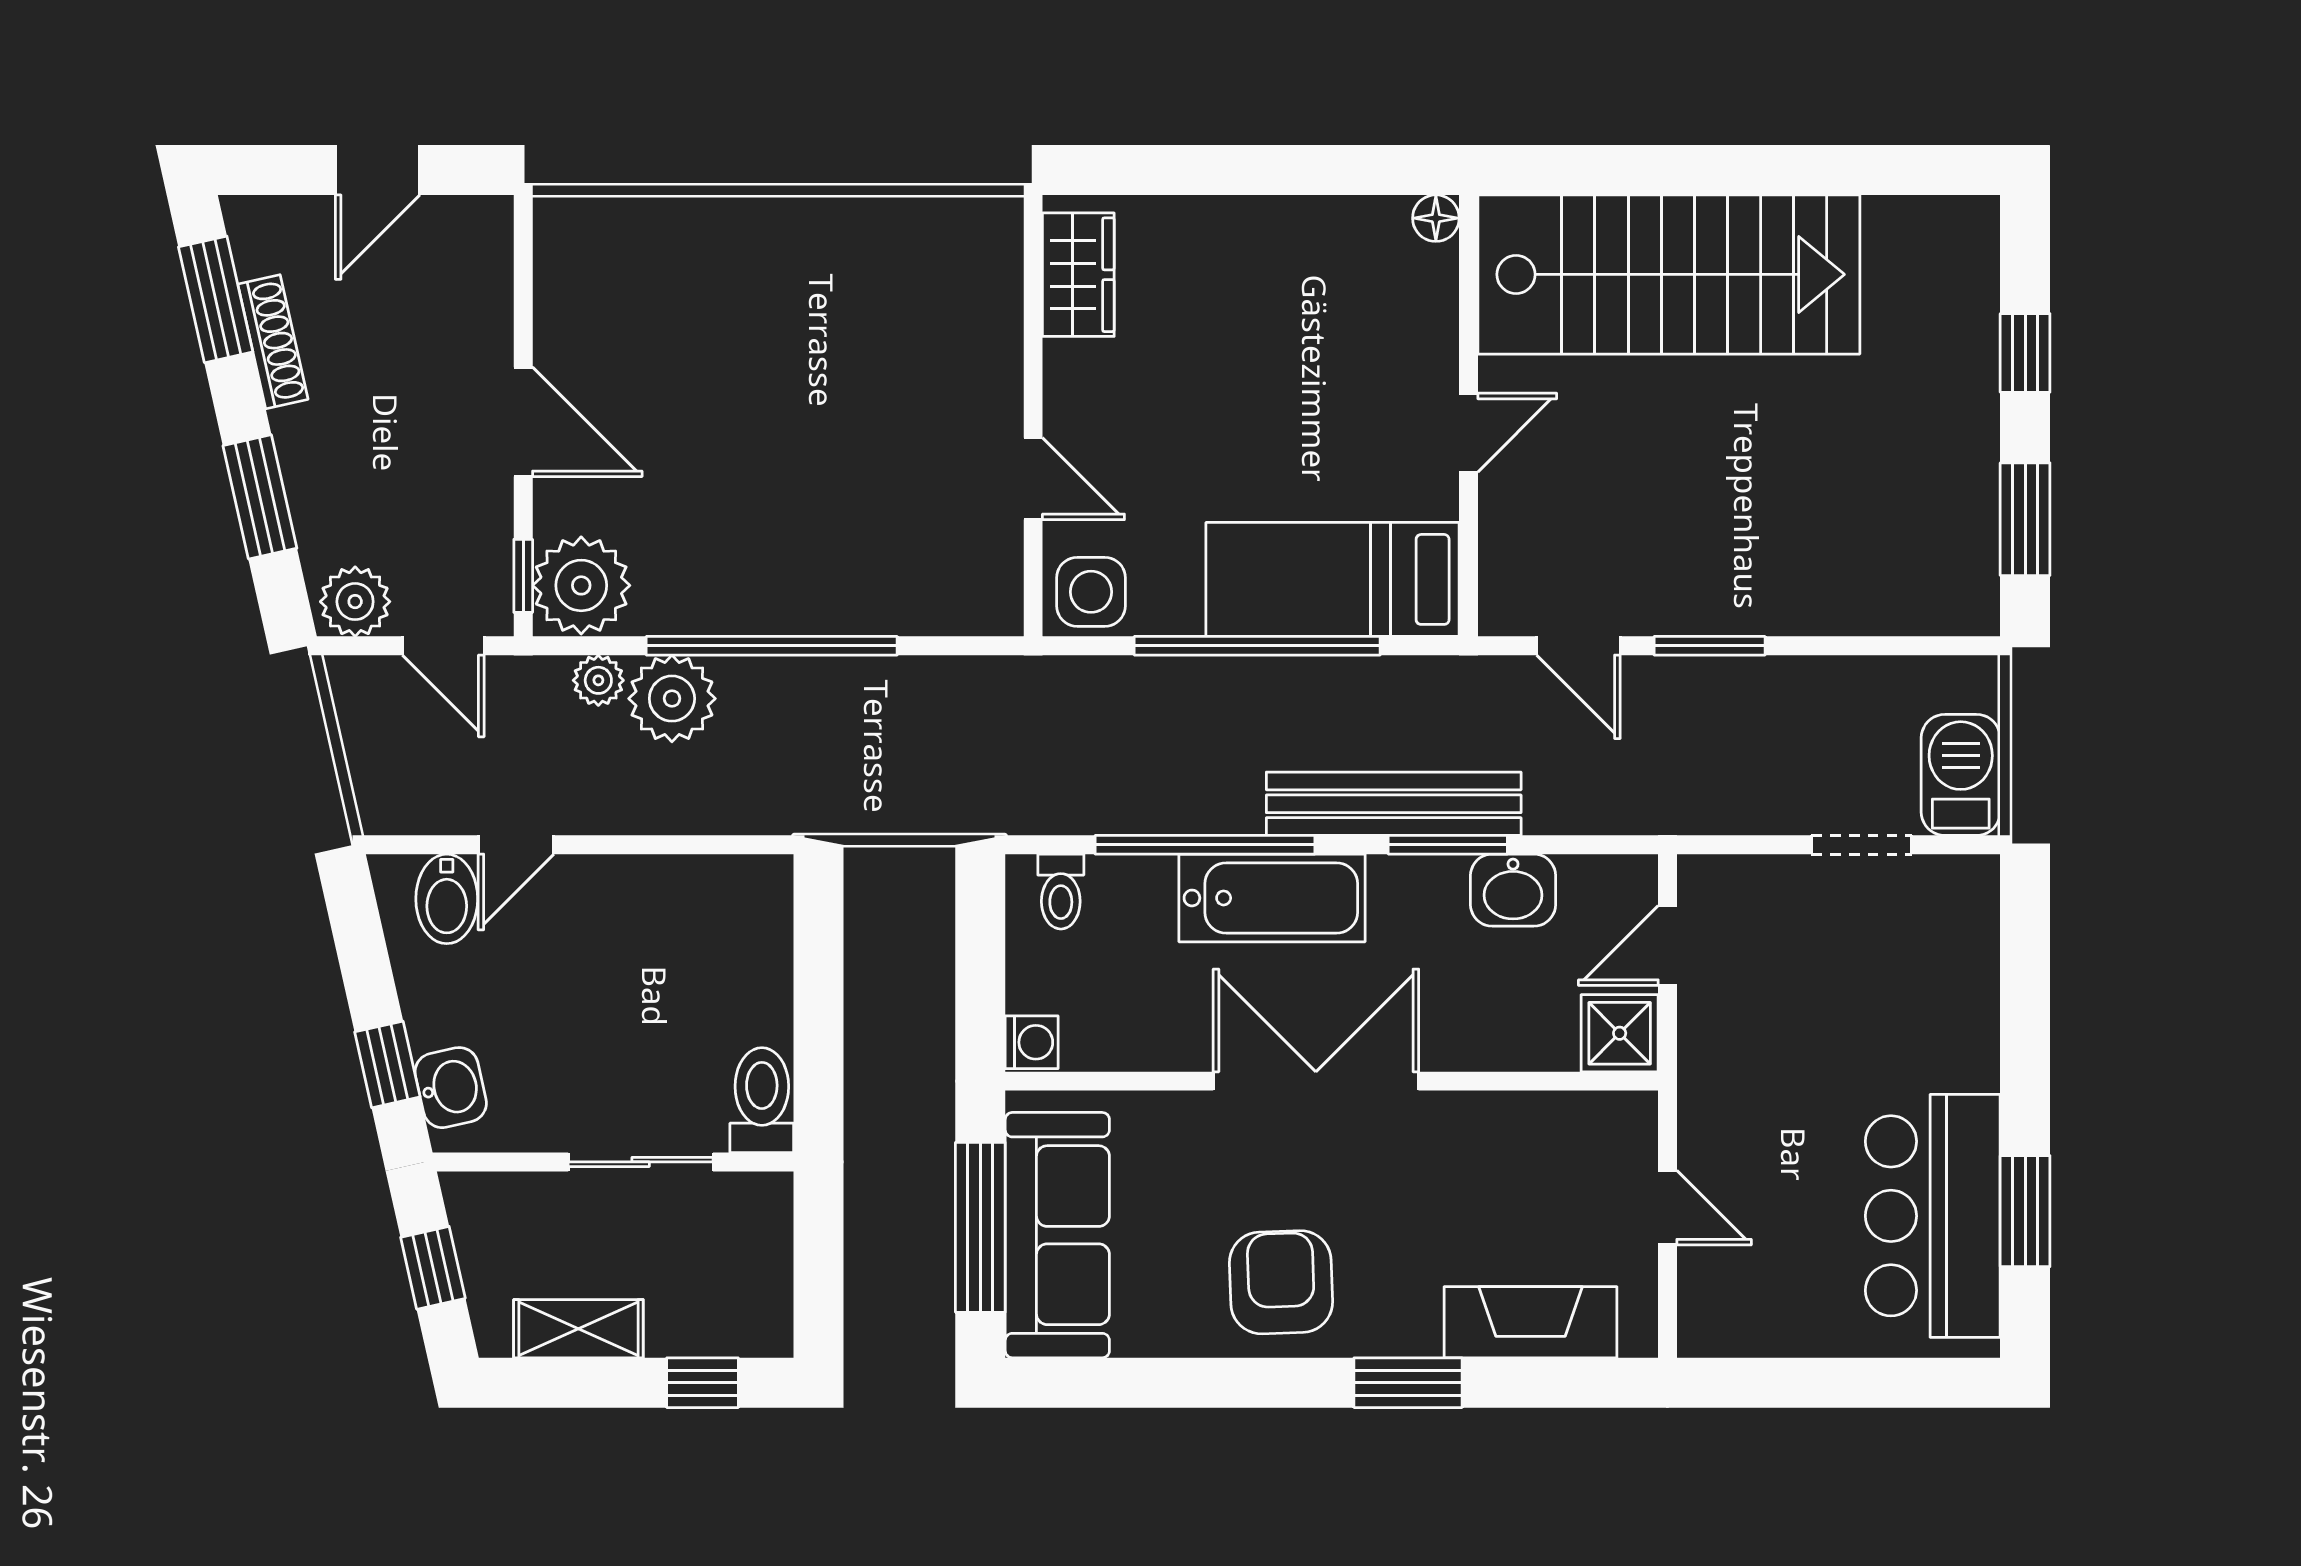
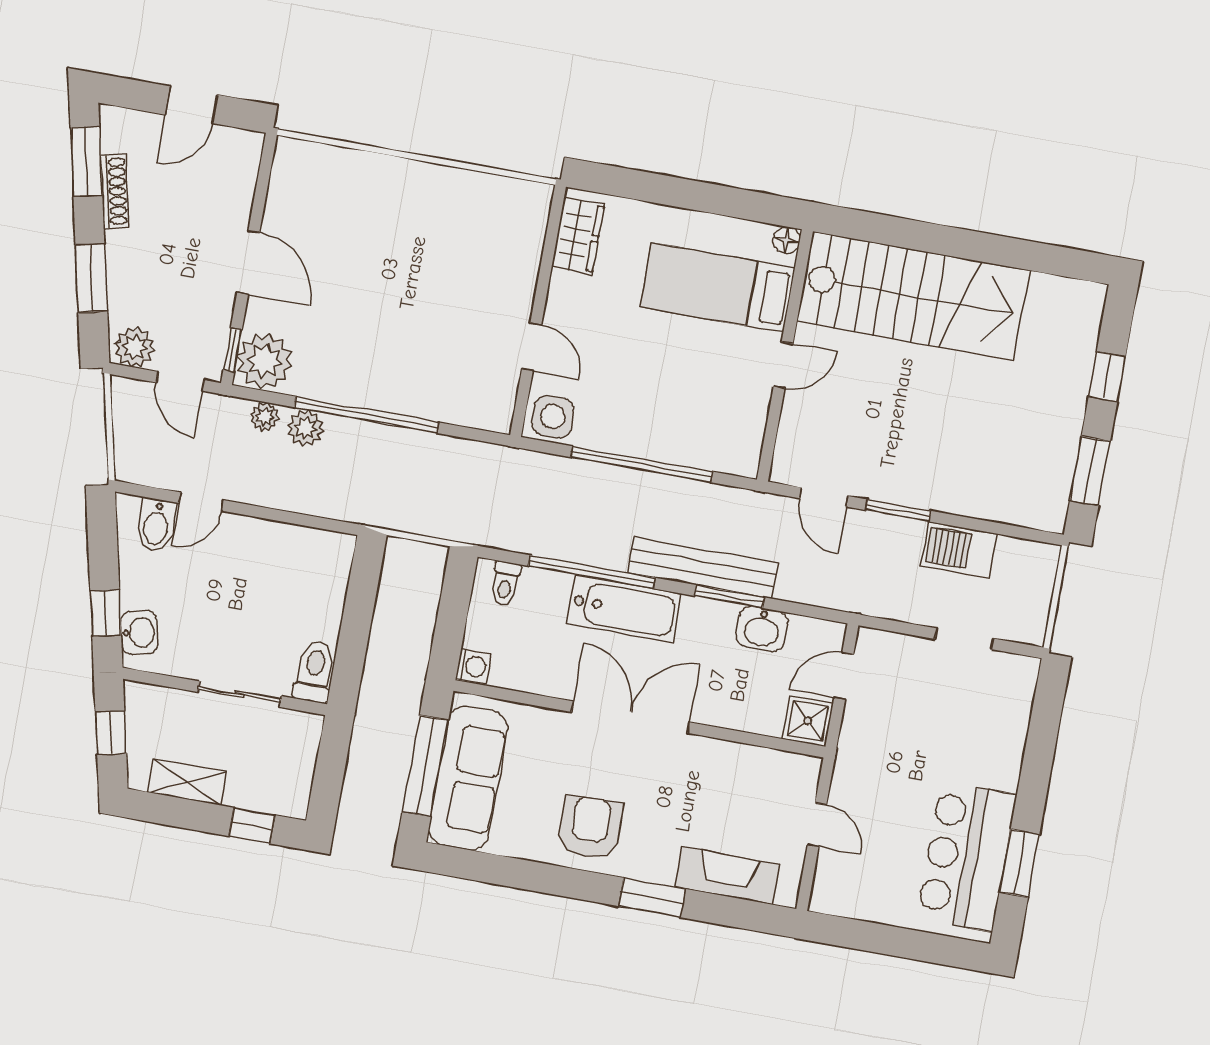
bed: (1333, 579) -> (718, 288), moved
plant: (672, 699) -> (306, 428), width x0.73, depth x0.73
barbecue: (1961, 775) -> (959, 550), moved, turned -90

